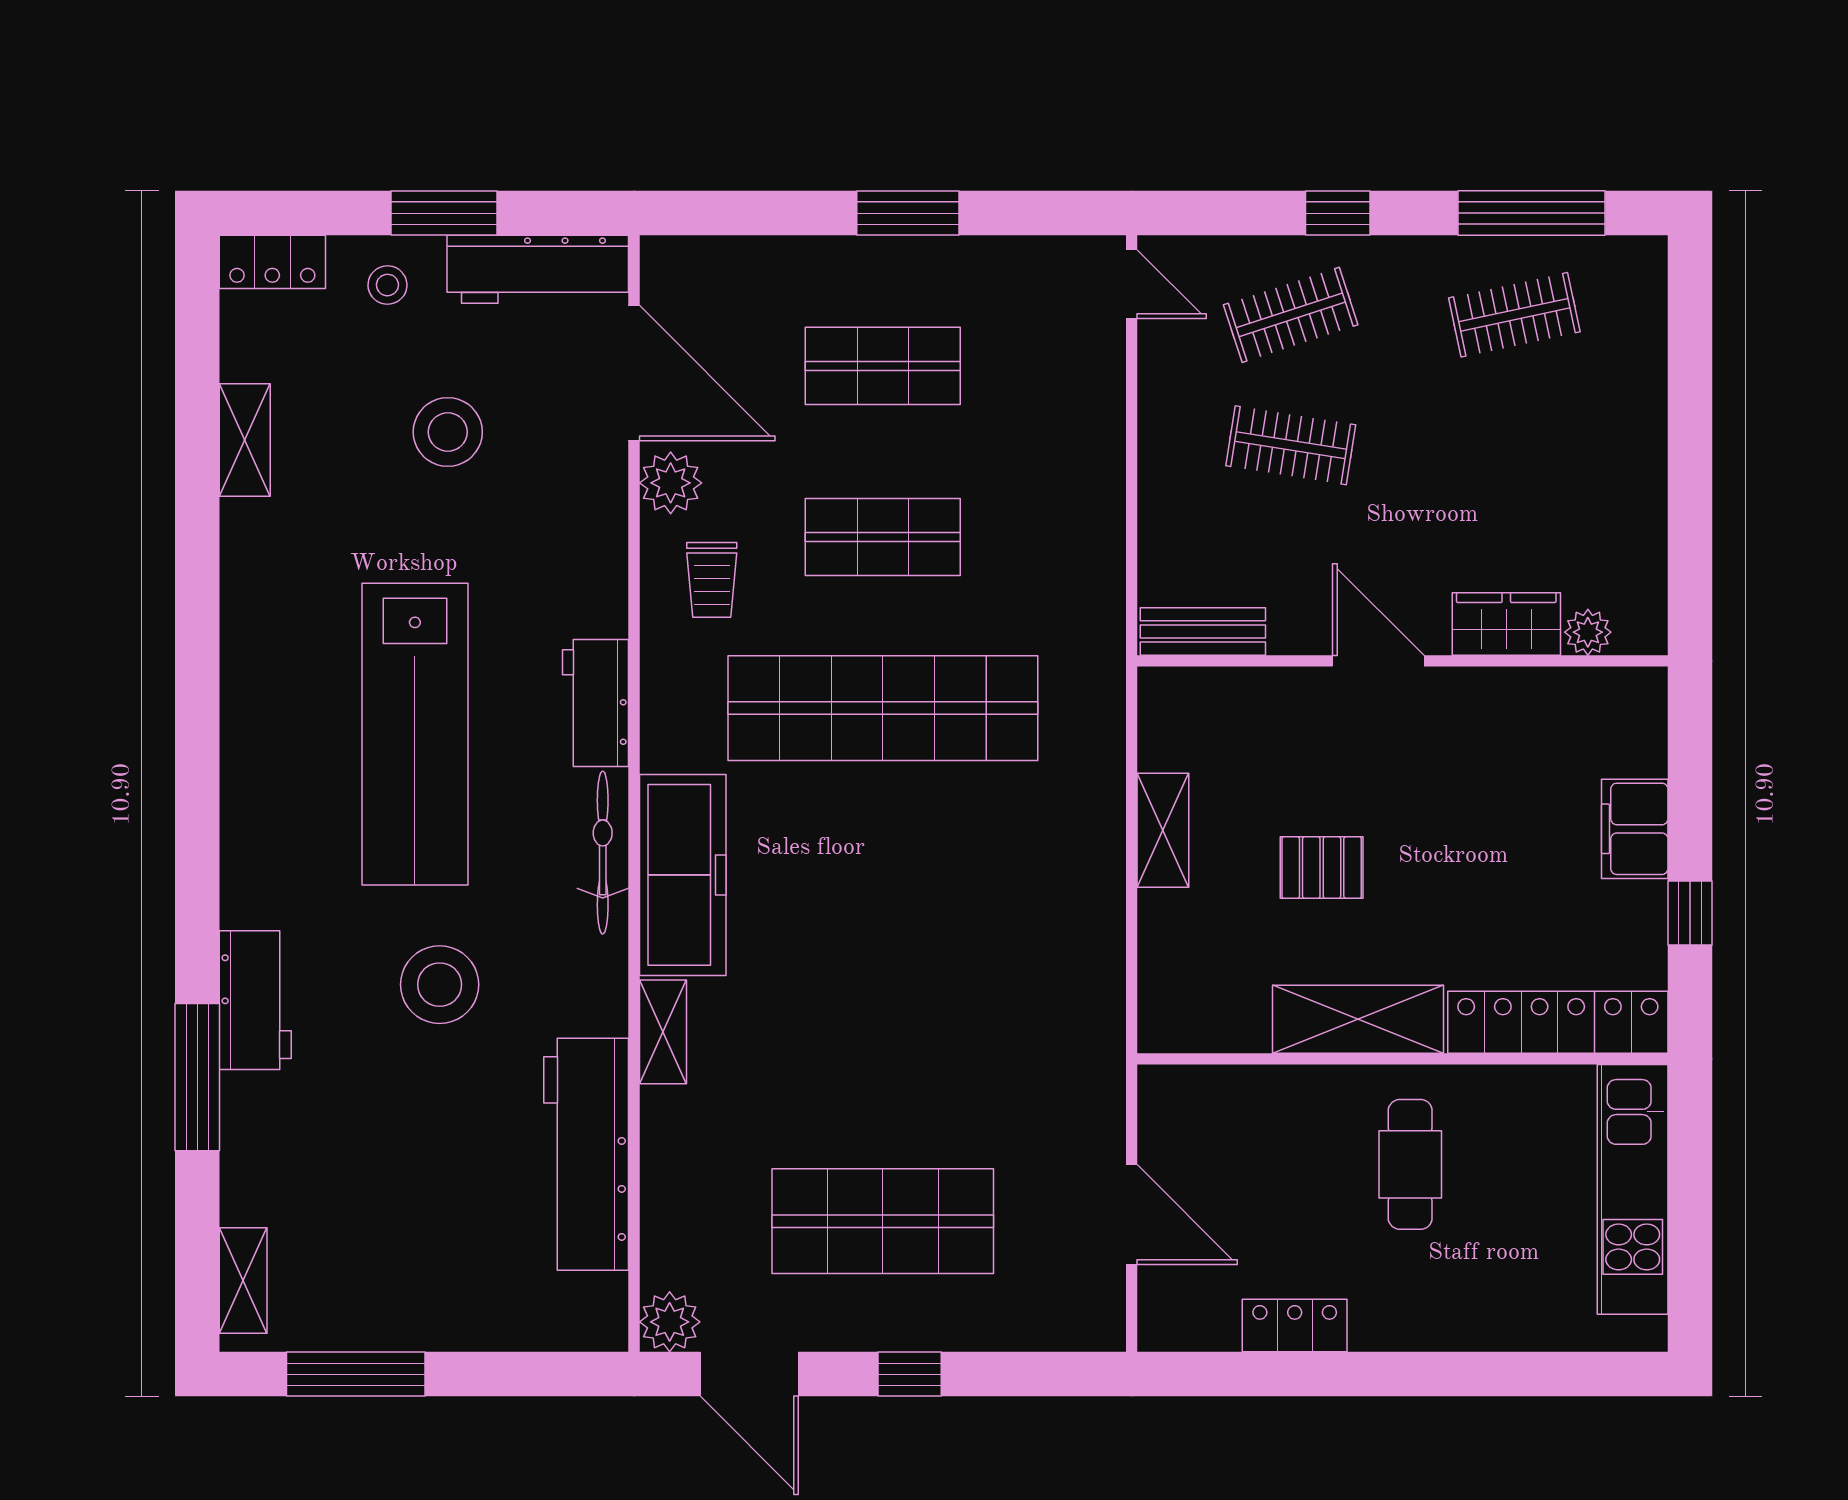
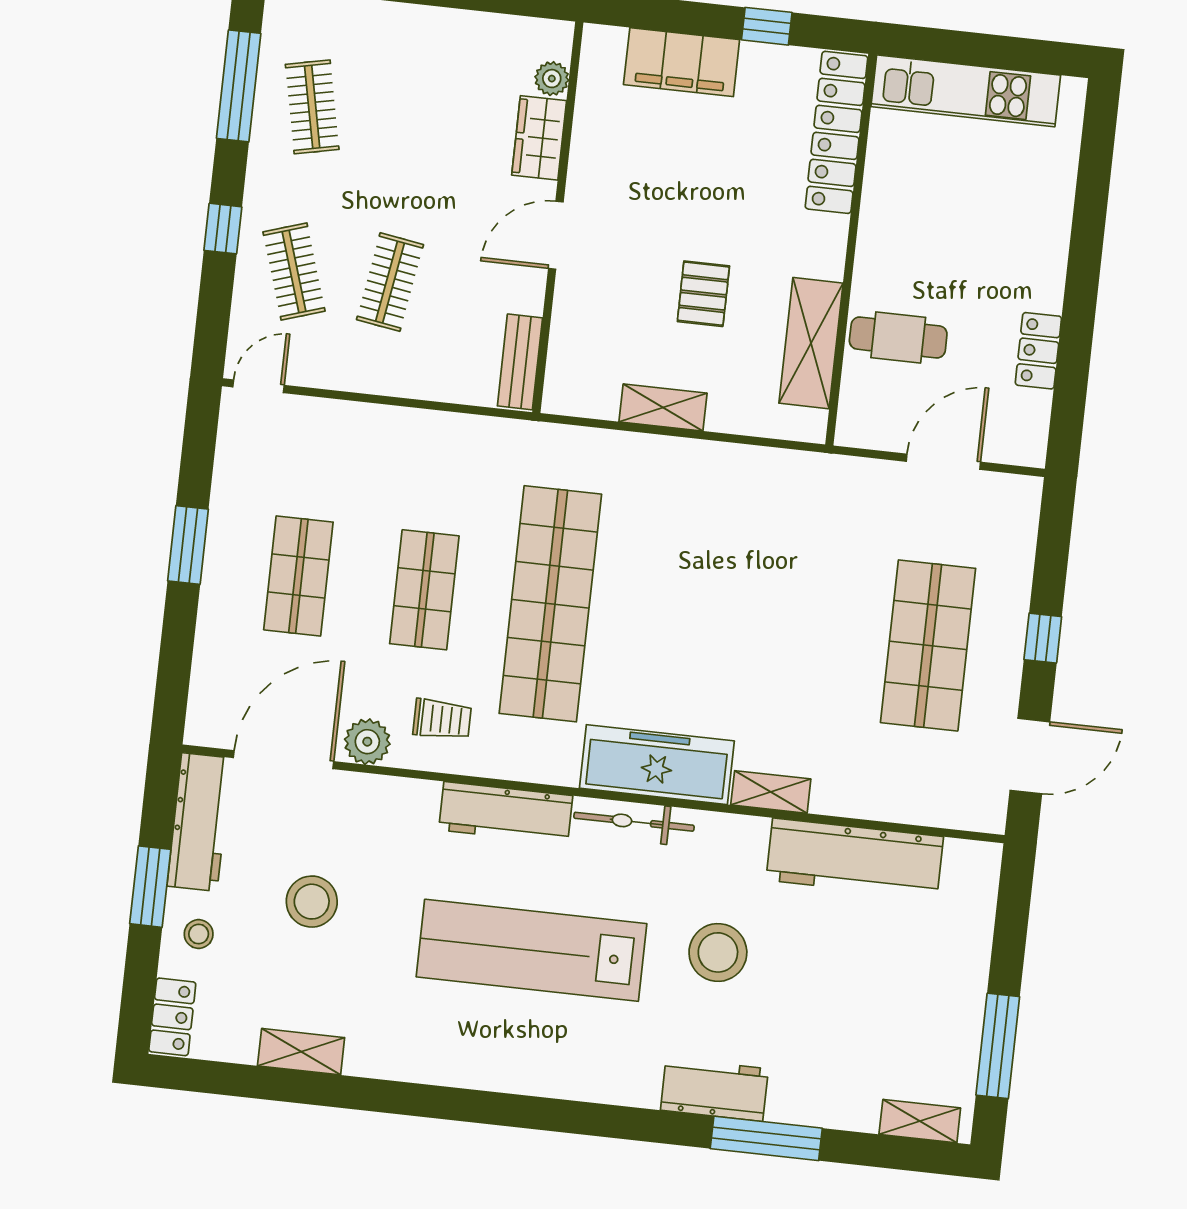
workbench: (596, 703) -> (506, 813), width x1.38
lab bench: (415, 734) -> (531, 950), turned 180
filing cabinet: (1635, 829) -> (682, 62), width x1.50, depth x1.17
shelving: (1358, 1019) -> (811, 343), moved
cafe table: (1410, 1164) -> (898, 338), moved
plant: (670, 1322) -> (985, 811), removed

